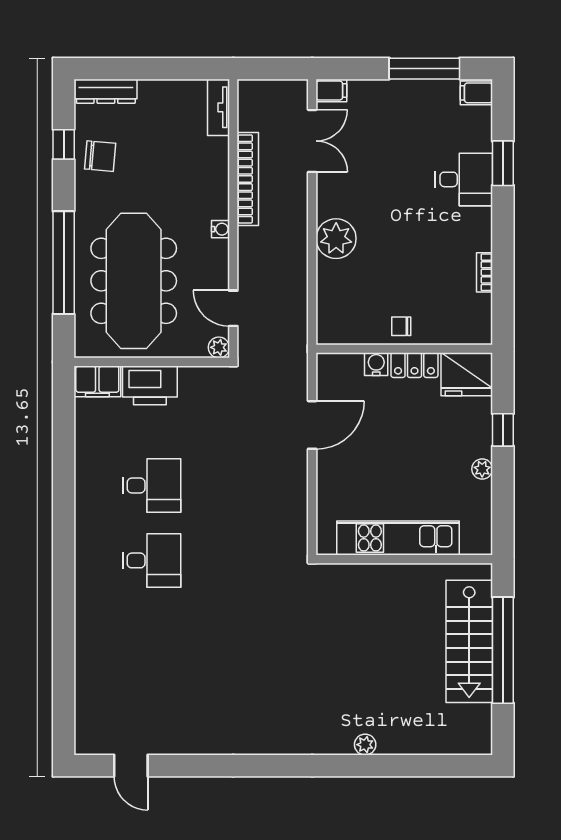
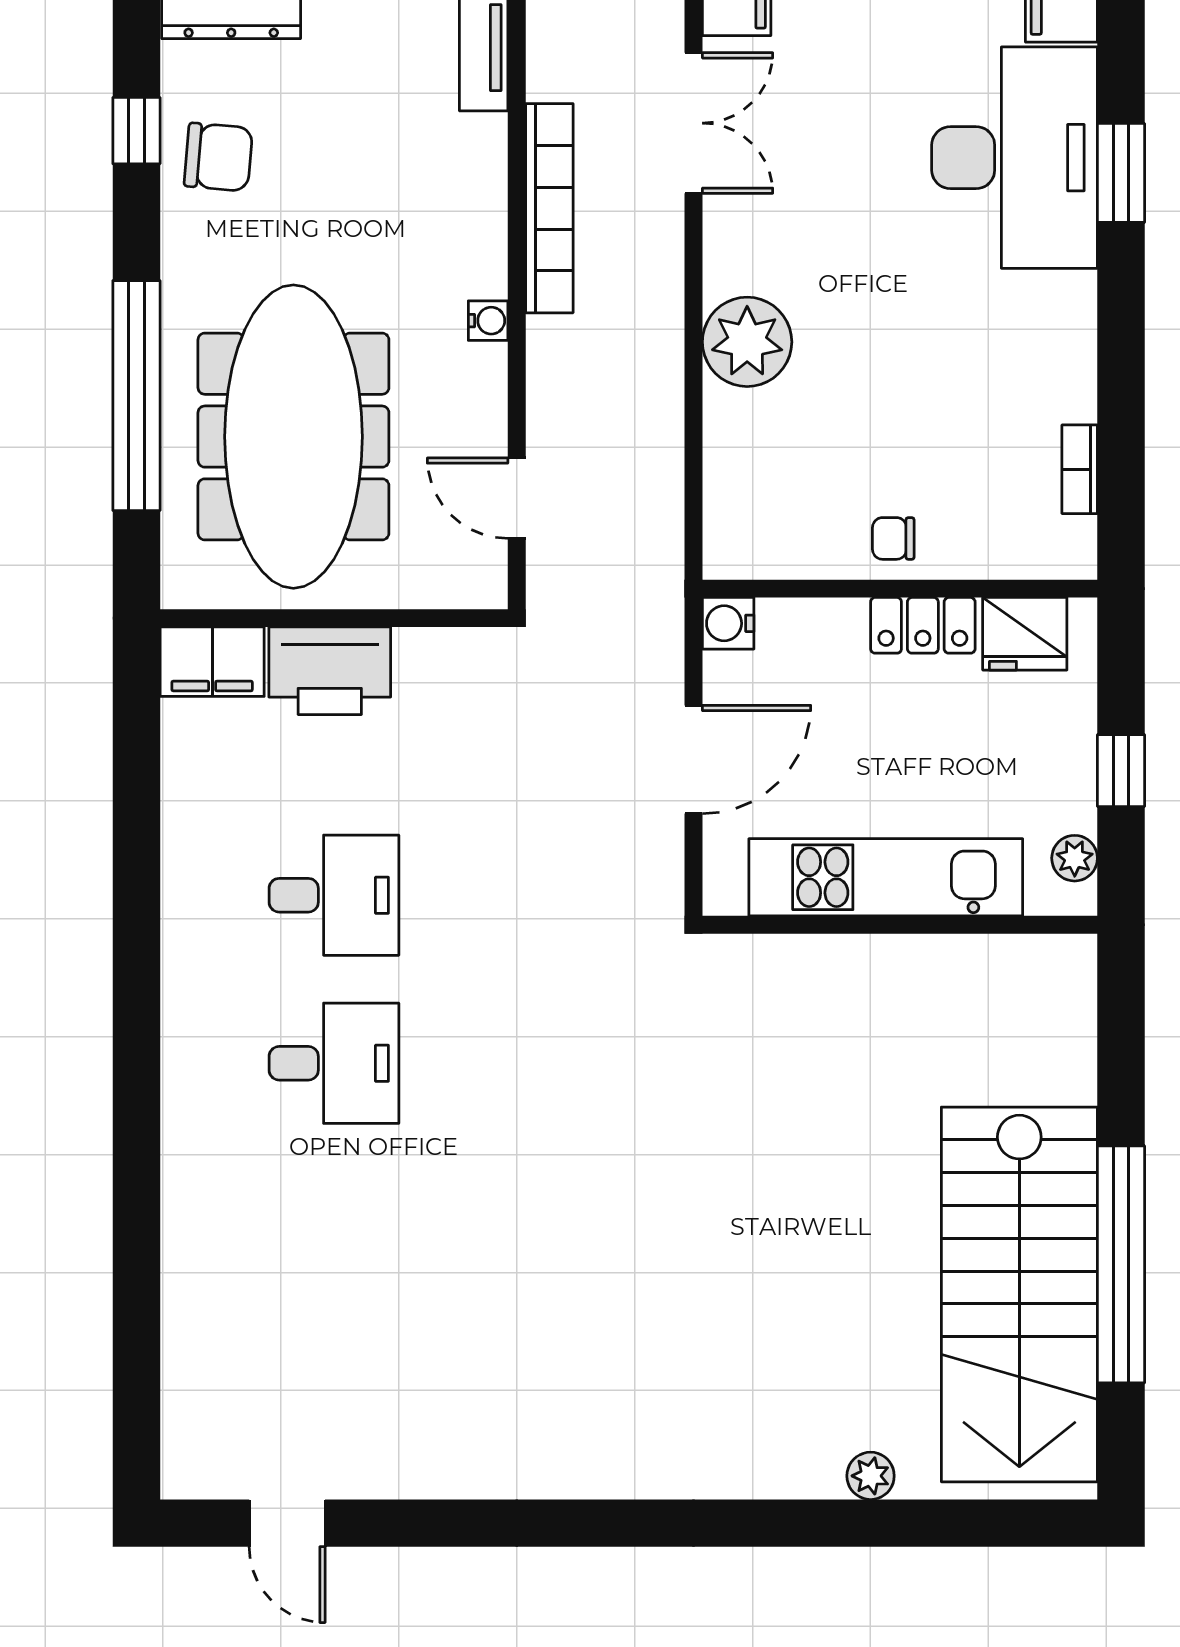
desk: (464, 179) -> (1015, 158), width x1.87, depth x1.30
bookcase: (484, 272) -> (1080, 469), moved
plant: (219, 347) -> (484, 586), removed
water cooler: (376, 364) -> (728, 623), moved, turned -90
fridge: (467, 374) -> (1025, 634), width x0.73, depth x0.75
kitchen unit: (398, 538) -> (886, 877), moved
wall: (404, 559) -> (900, 925), moved
stairs: (469, 641) -> (1019, 1294), width x1.36, depth x1.51
plant: (365, 745) -> (871, 1476), moved

